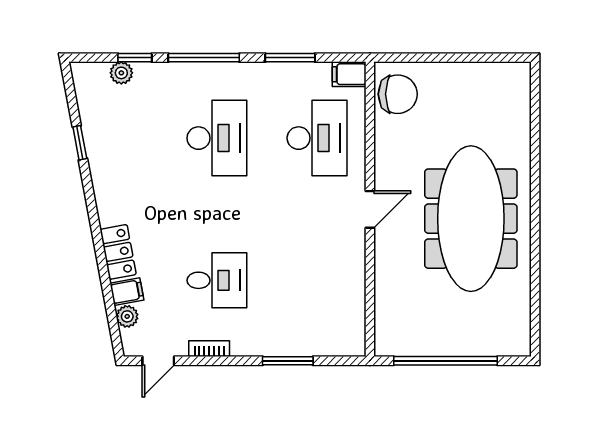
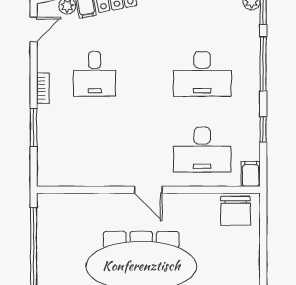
window: (290, 58) -> (263, 129), width x0.67
bookcase: (209, 349) -> (43, 88), moved
door: (158, 361) -> (34, 29), swing flipped

